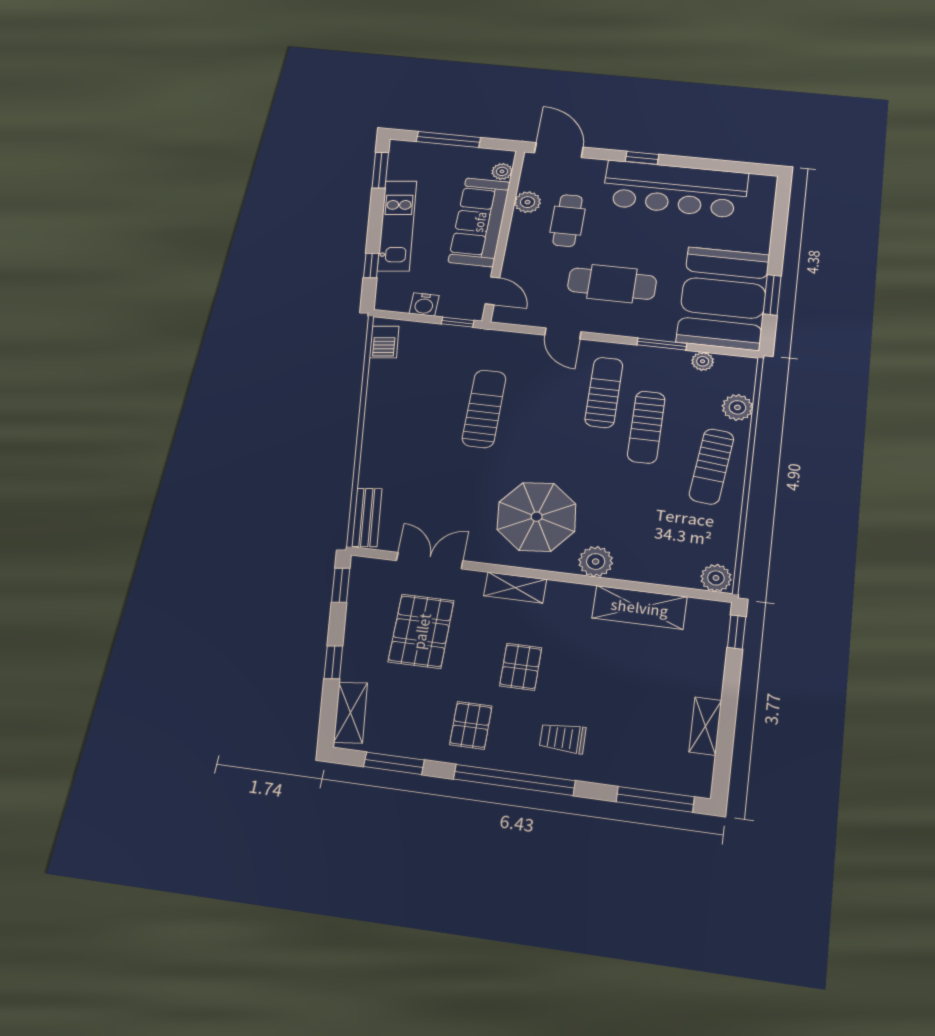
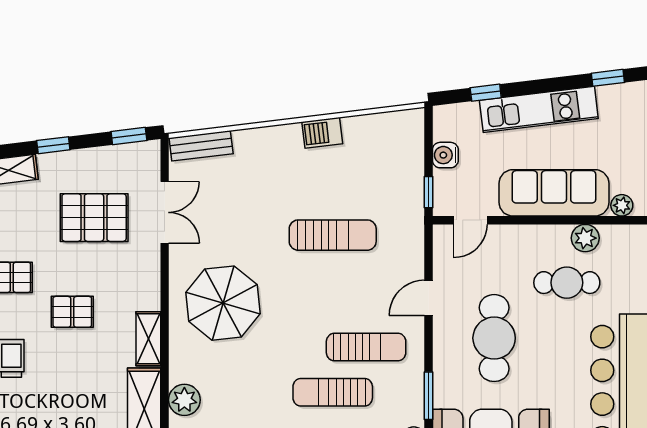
window: (380, 170) -> (608, 78), width x0.67
barbecue: (384, 342) -> (322, 133), moved
plant: (596, 562) -> (184, 400), moved
shelving: (515, 587) -> (148, 339), moved

